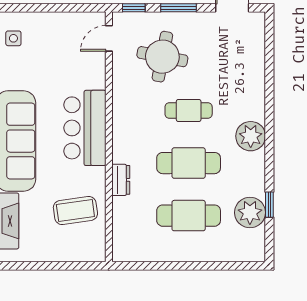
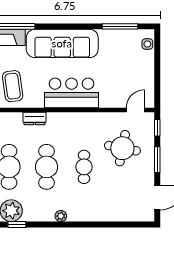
side table: (13, 38) -> (147, 44), moved
door: (109, 38) -> (135, 110), hinge flipped
plant: (251, 136) -> (61, 216), width x0.53, depth x0.53

